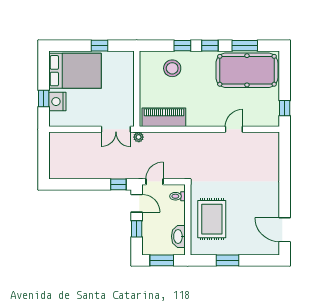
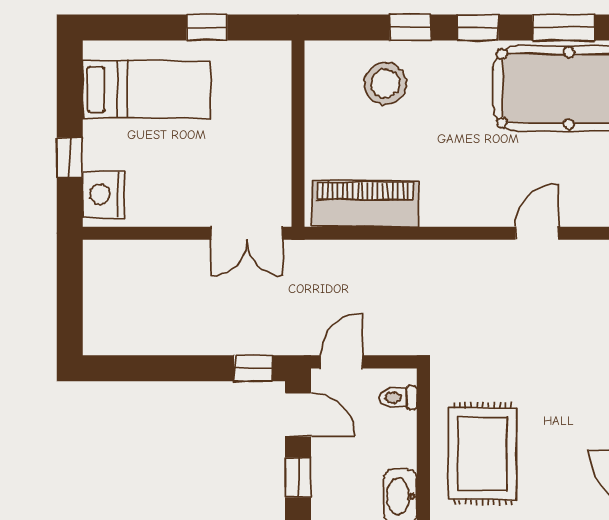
bed: (75, 71) -> (147, 89), width x0.67
nightstand: (57, 102) -> (103, 194), moved
plant: (139, 137) -> (303, 252), removed

